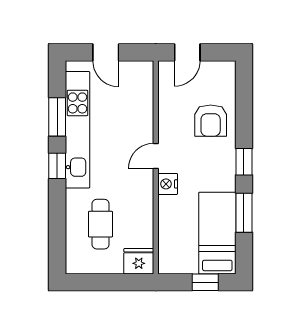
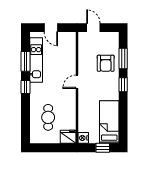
door: (187, 52) -> (93, 28), swing flipped
kitchen unit: (77, 130) -> (36, 60), width x0.73
nightstand: (168, 184) -> (83, 138), moved
window: (244, 213) -> (123, 59), moved

